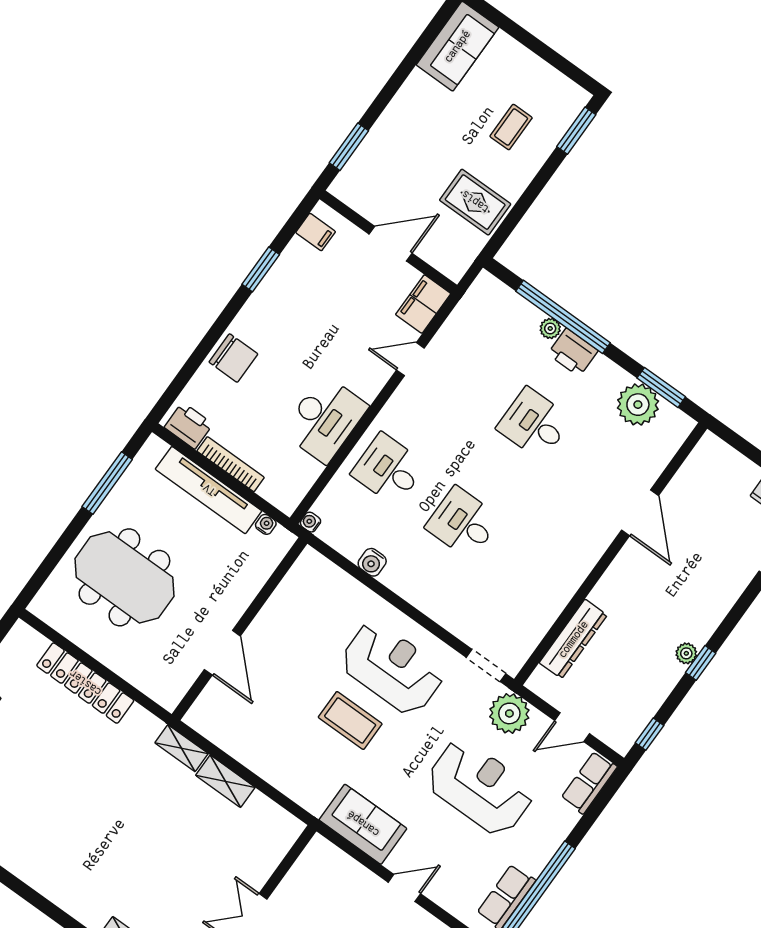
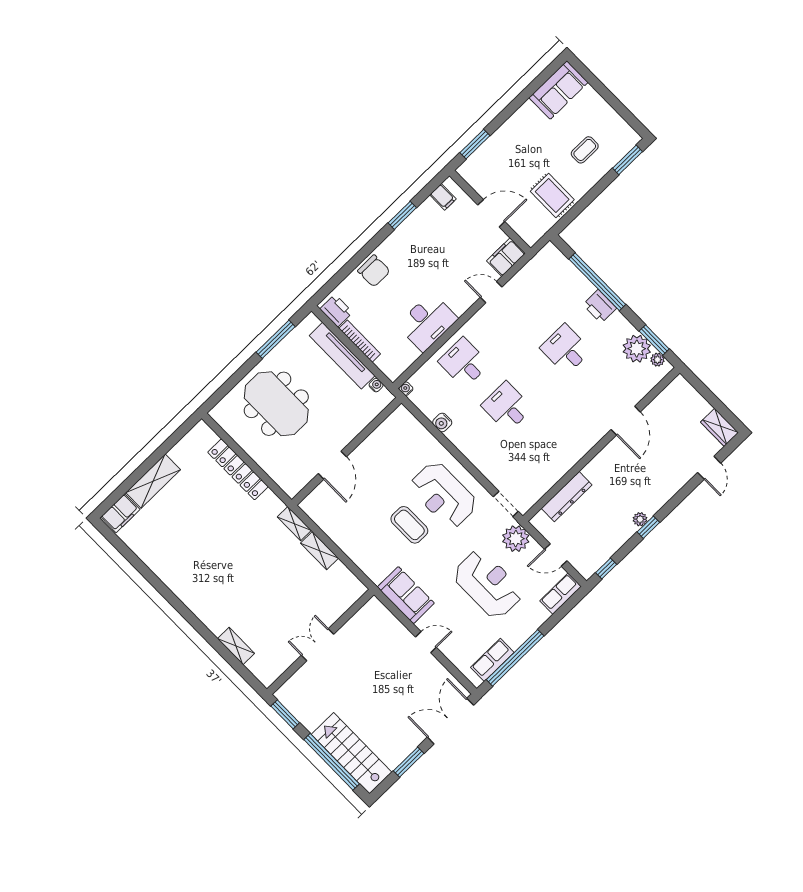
plant: (550, 328) -> (658, 360), moved
reception desk: (392, 668) -> (443, 495), turned 180

